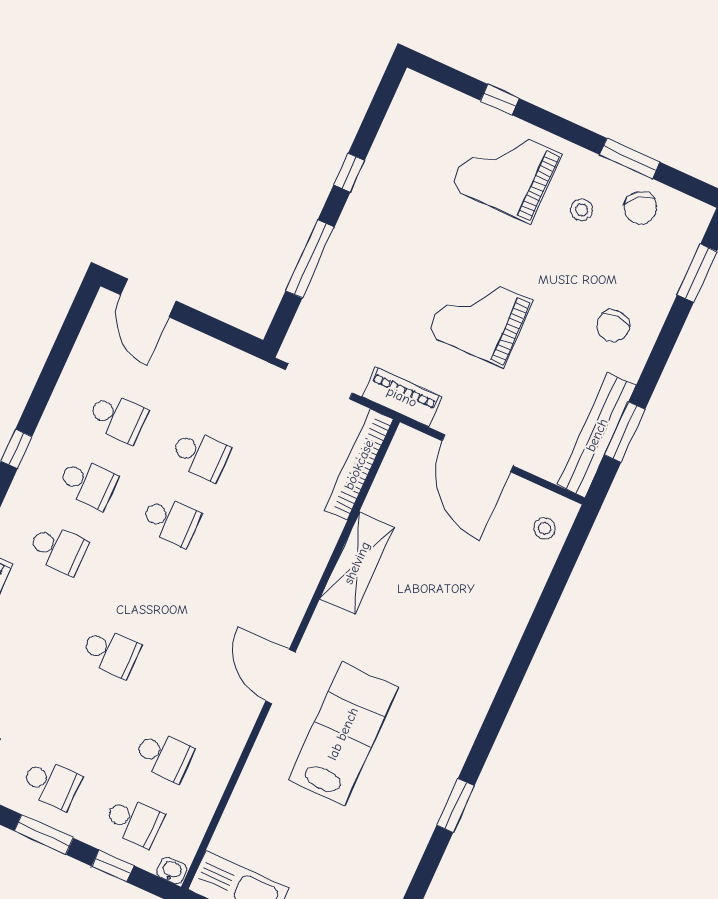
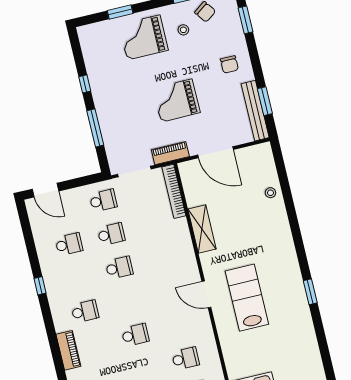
window: (500, 99) -> (120, 12), width x1.50
school desk: (88, 483) -> (103, 201), moved
stool: (545, 528) -> (270, 193), moved

